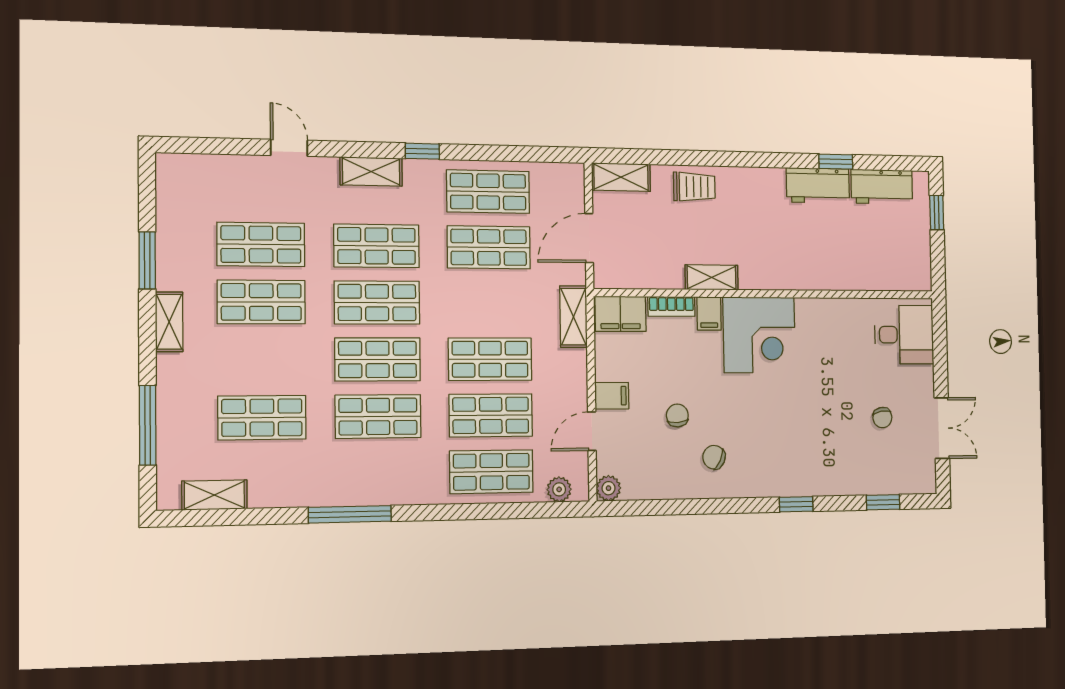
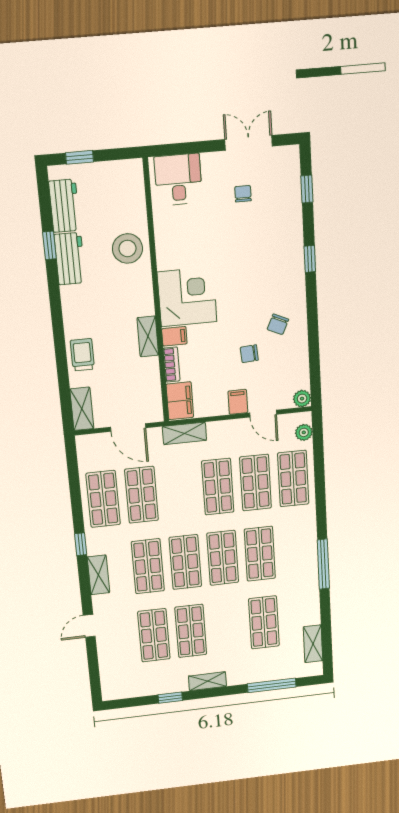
window: (147, 260) -> (170, 698), width x0.67
stool: (825, 261) -> (127, 248), added
chair: (882, 418) -> (243, 194), turned -80

